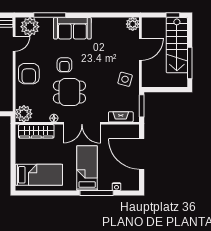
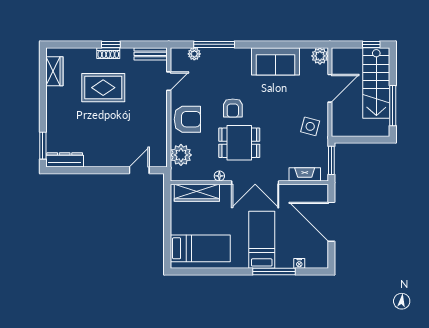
plant: (30, 27) -> (194, 54), width x0.53, depth x0.53
sofa: (72, 28) -> (275, 61), moved
armchair: (29, 74) -> (187, 119), turned -90
plant: (24, 114) -> (181, 155), moved

